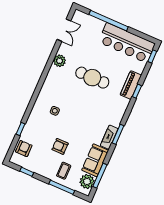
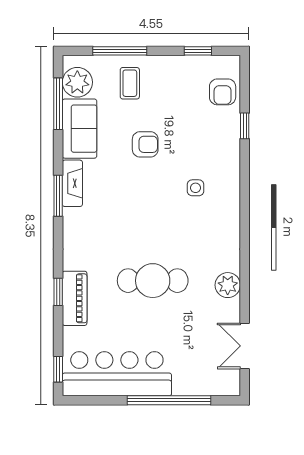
armchair: (60, 146) -> (145, 144), moved

